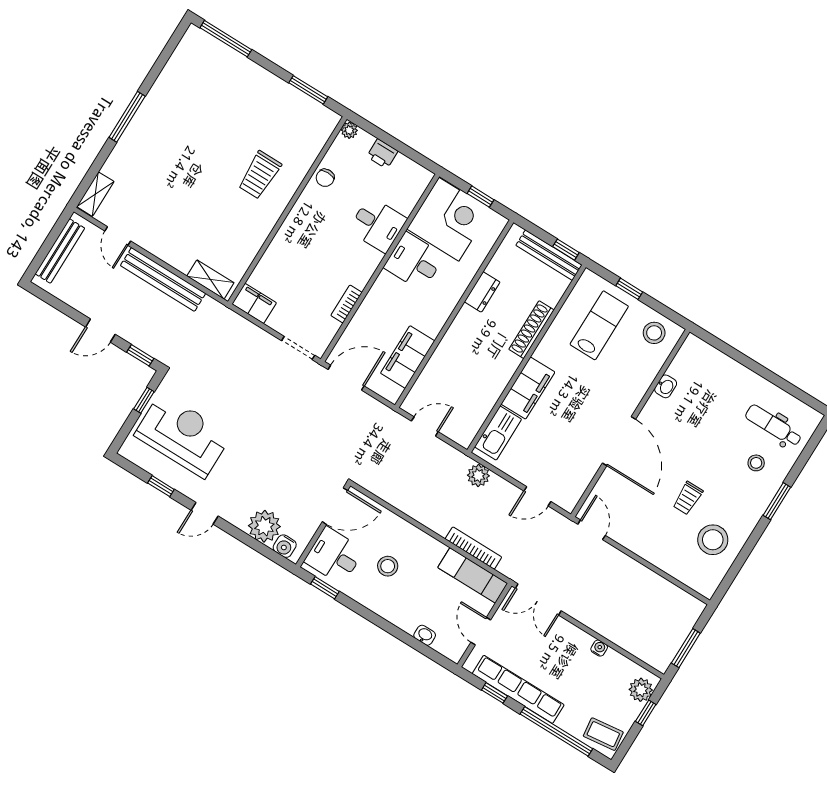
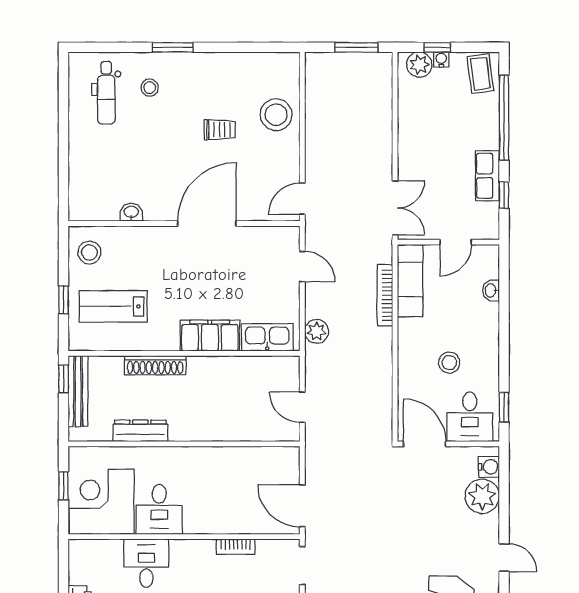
dresser: (482, 292) -> (140, 431), width x1.44
filing cabinet: (408, 357) -> (249, 462), removed
stool: (713, 540) -> (276, 115), moved
water cooler: (599, 648) -> (441, 60), moved, turned 90
row of seats: (518, 689) -> (487, 176), width x0.50

